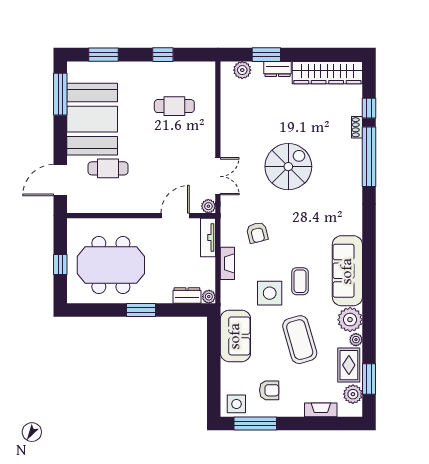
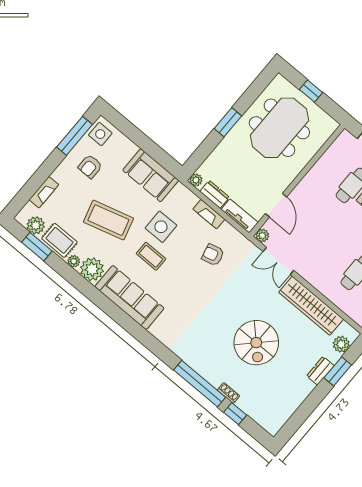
wardrobe: (327, 73) -> (311, 306), moved, turned -90
spiral stairs: (288, 167) -> (256, 343), moved
dresser: (187, 295) -> (215, 194), moved, turned -90

